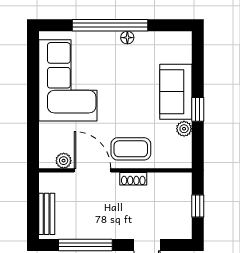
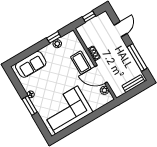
window: (110, 25) -> (30, 106), width x0.47
sofa: (176, 92) -> (31, 64), moved
window: (198, 109) -> (54, 37), moved
door: (93, 170) -> (101, 74), hinge flipped

